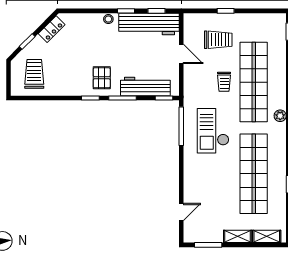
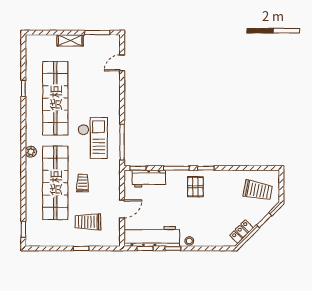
door: (181, 54) -> (122, 209), swing flipped
trolley: (34, 74) -> (258, 190), turned -79
workbench: (145, 86) -> (149, 179), width x0.73
shelving: (267, 236) -> (43, 40), removed

